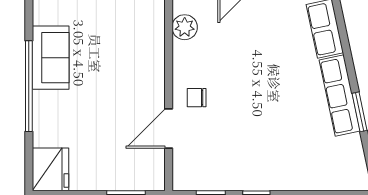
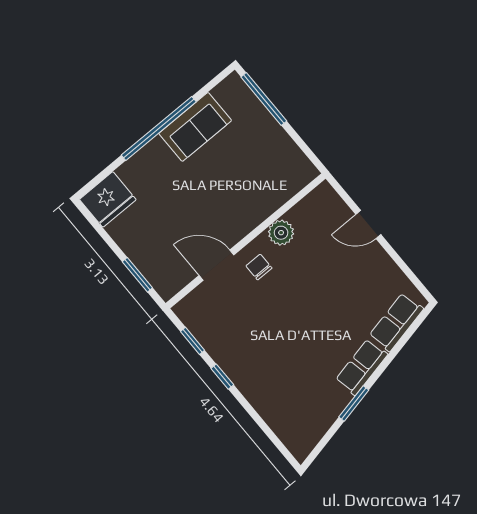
plant: (185, 27) -> (281, 233), moved
row of seats: (340, 96) -> (362, 367), width x0.68

